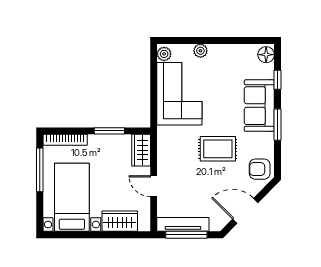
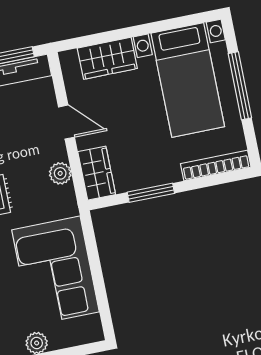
plant: (164, 54) -> (60, 173), moved
window: (40, 170) -> (240, 86), moved

